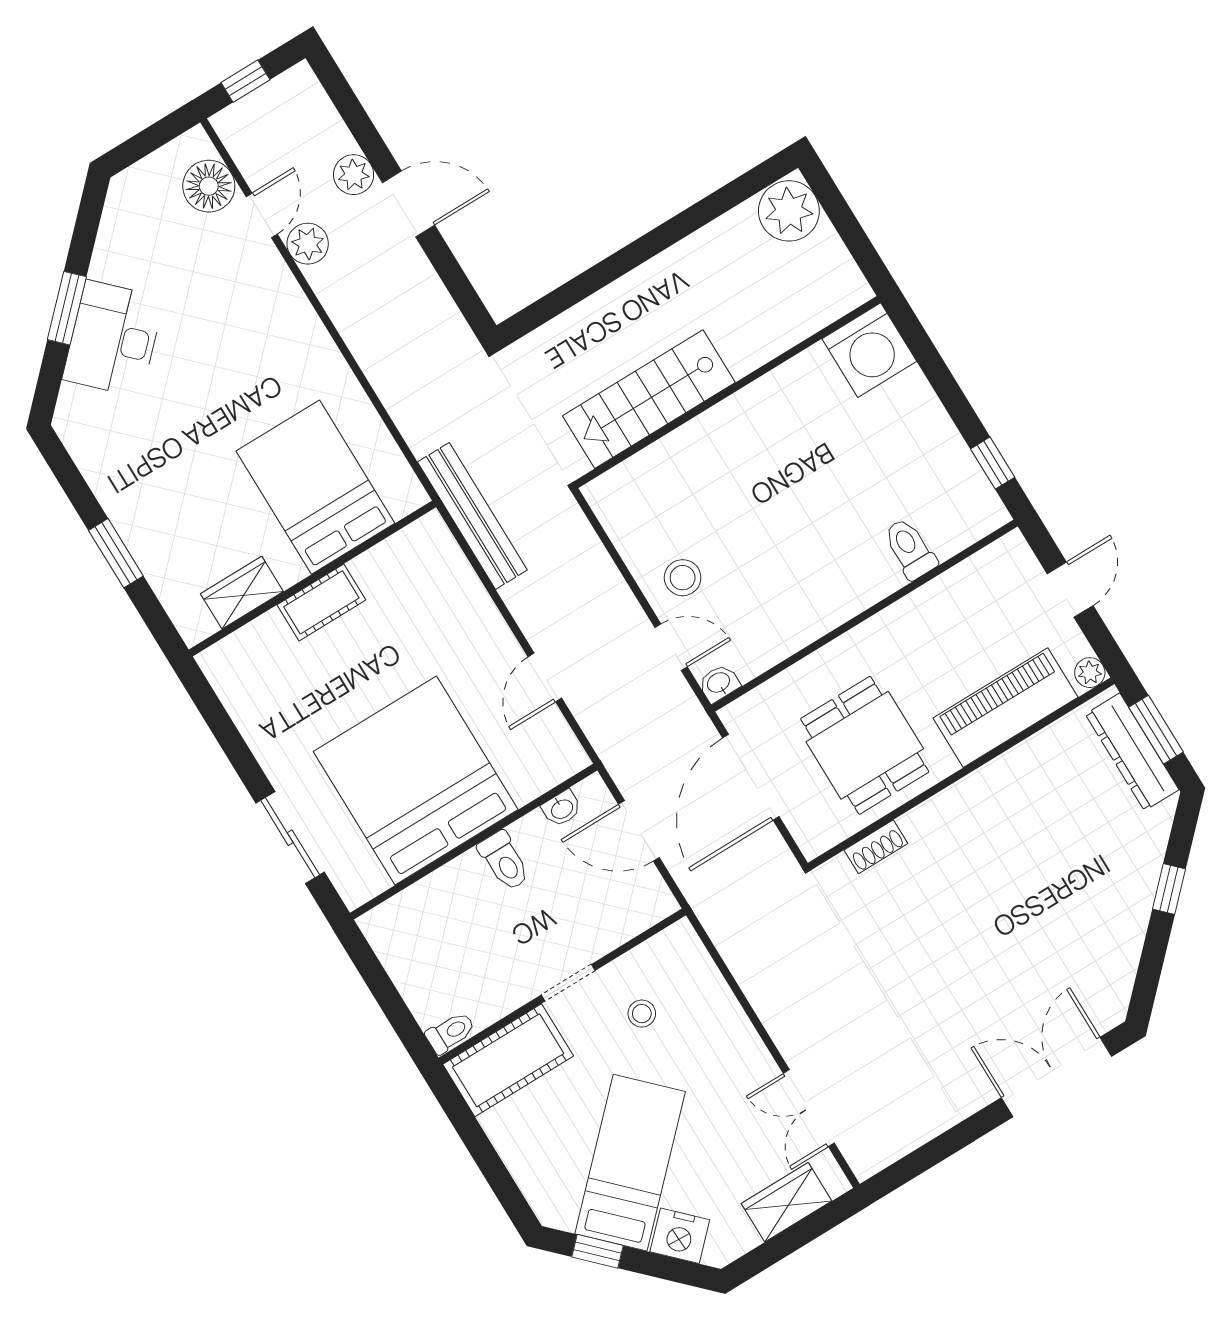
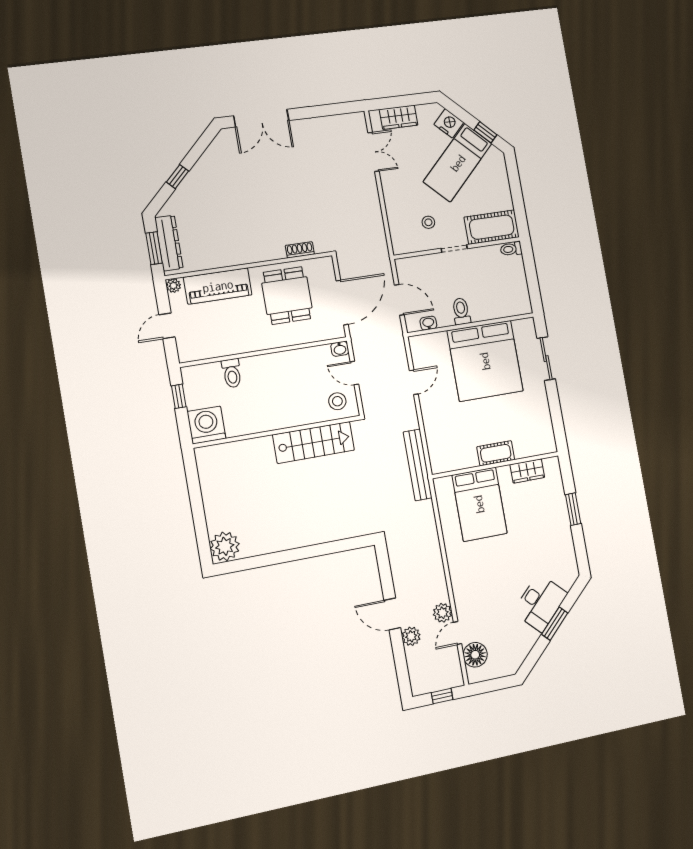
washing machine: (869, 350) -> (206, 425), moved
wall: (727, 392) -> (278, 432), moved
stairs: (649, 399) -> (314, 442), moved

